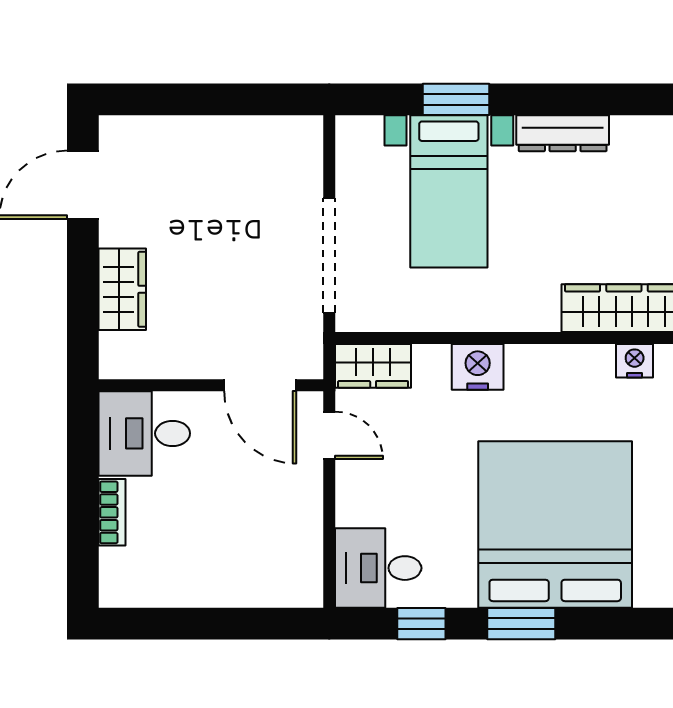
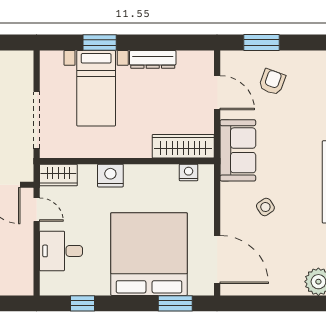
desk: (378, 568) -> (61, 251), moved
window: (521, 624) -> (175, 303), moved

